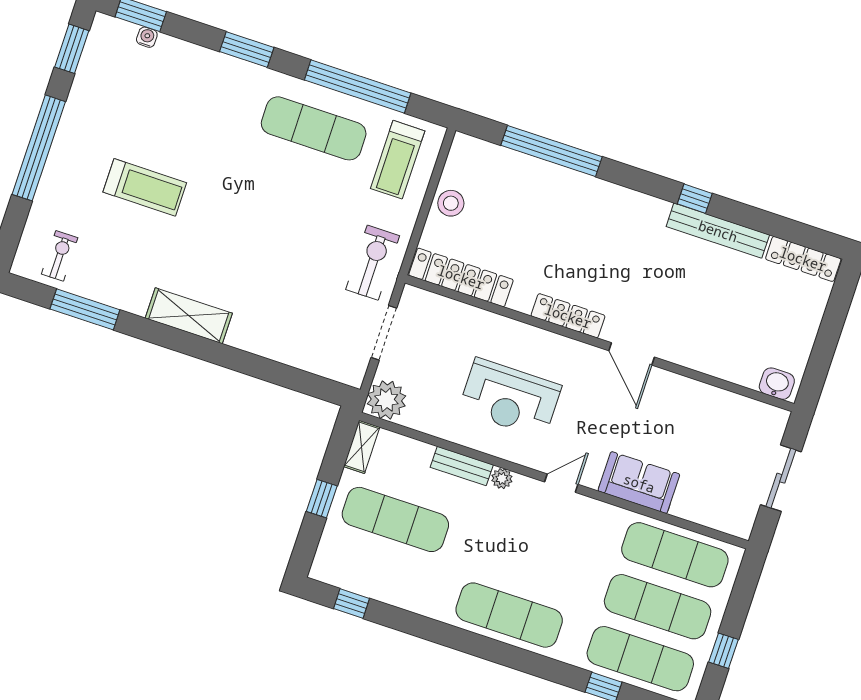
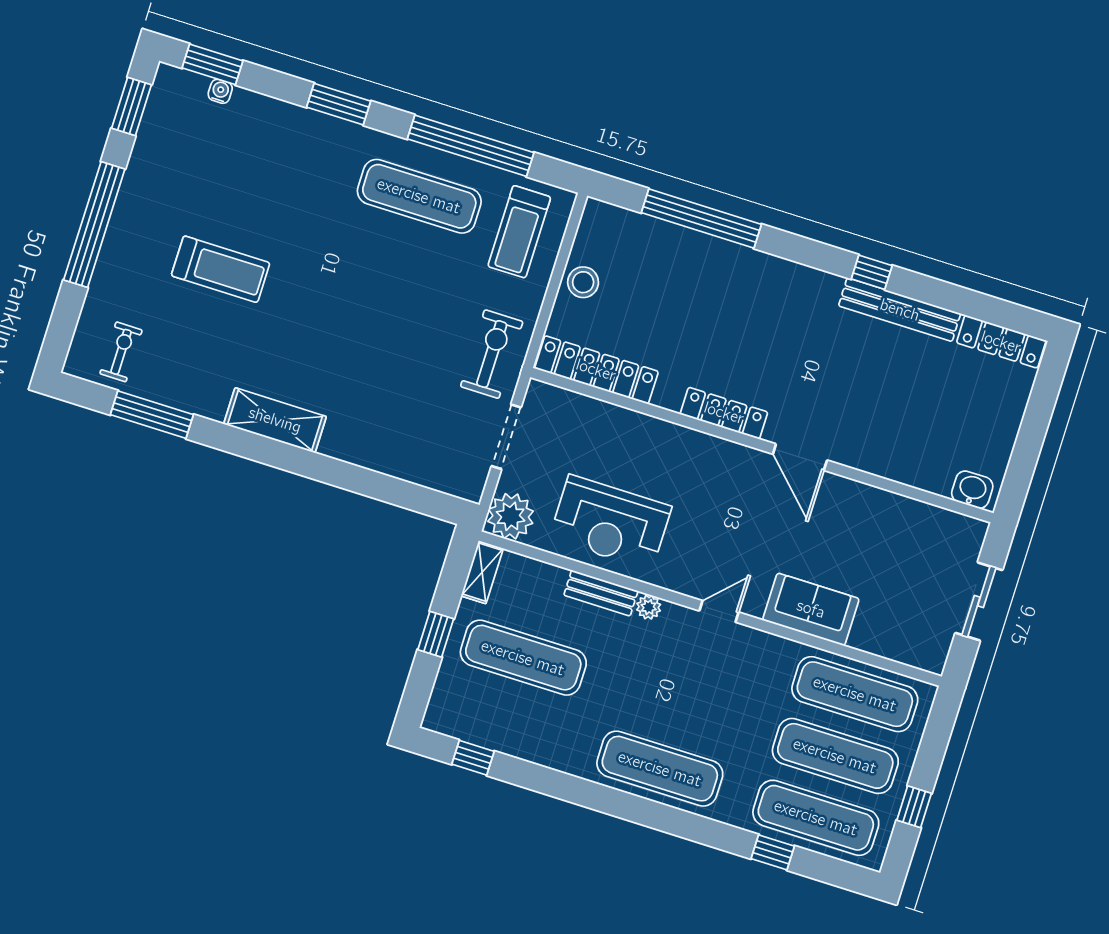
reception desk: (510, 398) -> (610, 523), moved

